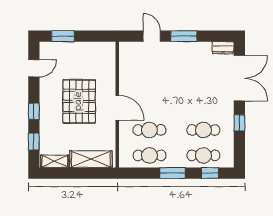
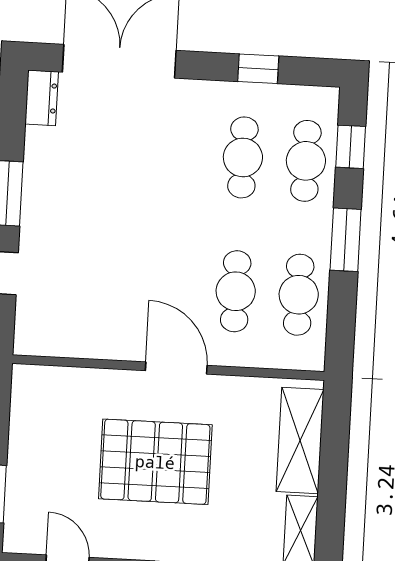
door: (117, 108) -> (176, 368), hinge flipped
window: (239, 123) -> (258, 69), moved

